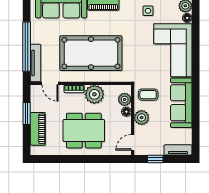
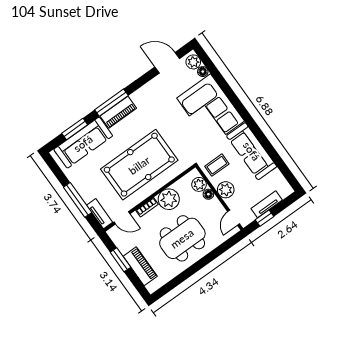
side table: (148, 11) -> (163, 90), removed
window: (27, 47) -> (78, 200), width x0.68
tv unit: (36, 63) -> (100, 214), width x0.71
tv unit: (178, 150) -> (267, 204), moved

